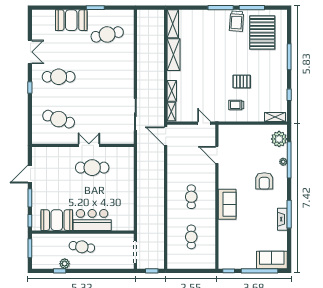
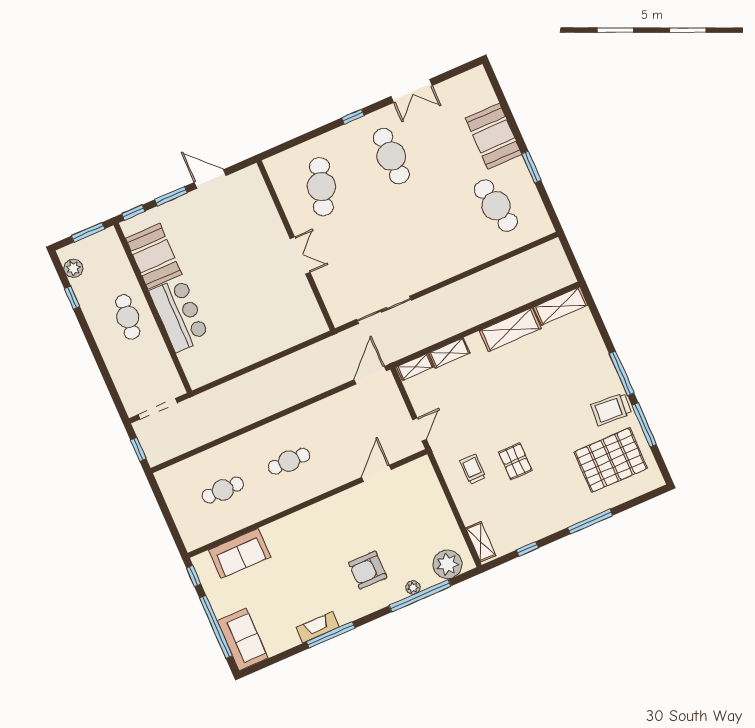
cafe table: (92, 168) -> (266, 277), removed
sofa: (227, 204) -> (240, 553), moved
plant: (65, 264) -> (73, 268), moved

